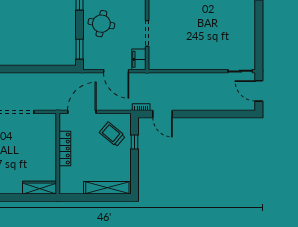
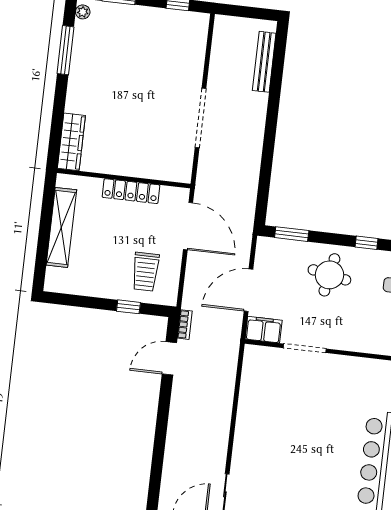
trolley: (112, 134) -> (145, 272), turned 140
shelving: (107, 188) -> (61, 227), moved

